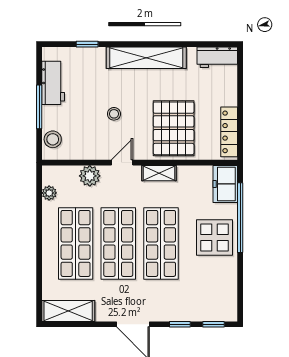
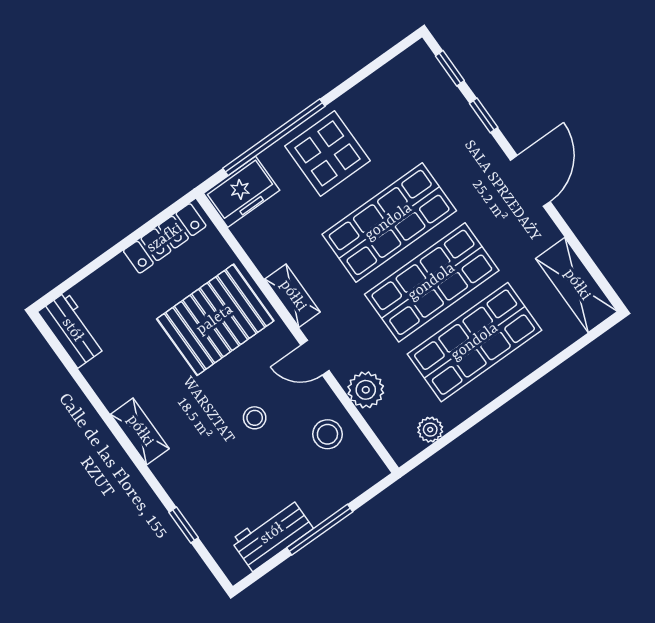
shelving: (146, 58) -> (140, 431), width x0.45, depth x0.75
stool: (53, 139) -> (327, 434), moved

